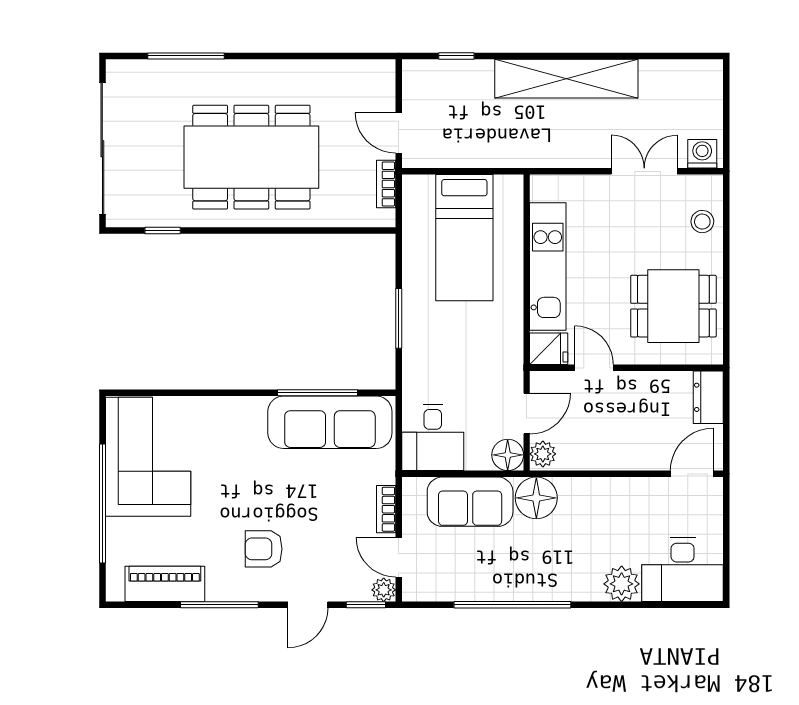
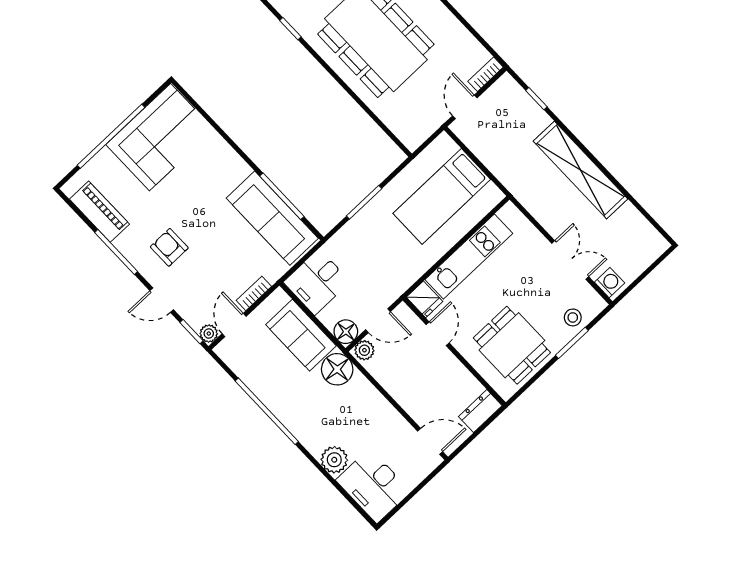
bookcase: (386, 184) -> (486, 74), moved
window: (726, 246) -> (572, 343), added

